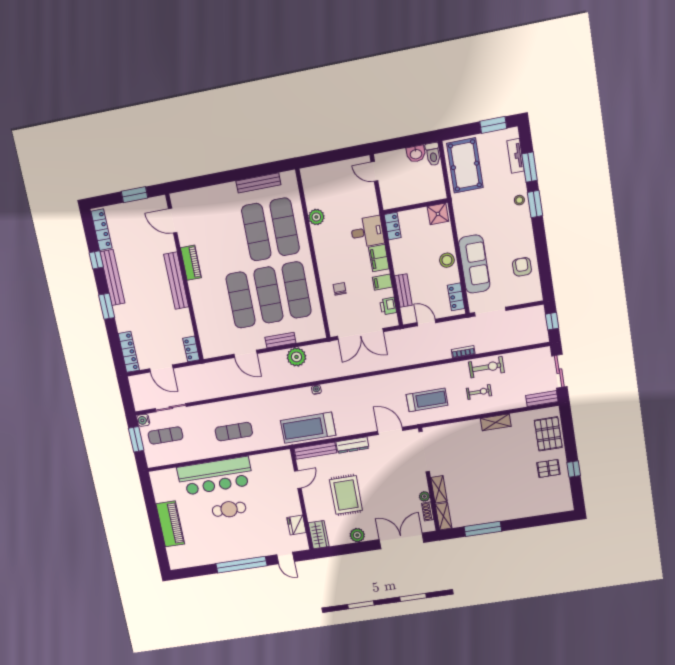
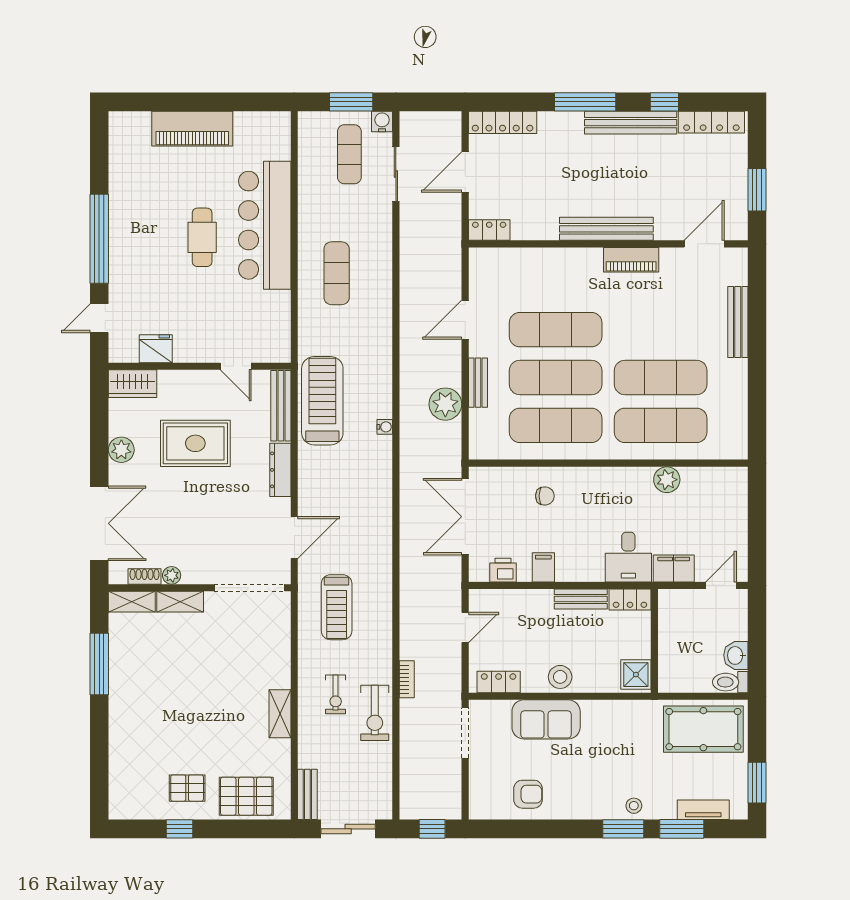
bench: (258, 183) -> (738, 322), moved
filing cabinet: (379, 258) -> (674, 568), moved
sofa: (474, 264) -> (546, 719), width x0.73
bench: (403, 291) -> (581, 599), moved
window: (107, 306) -> (585, 102), width x1.44
pallet: (548, 468) -> (187, 788), turned 90

